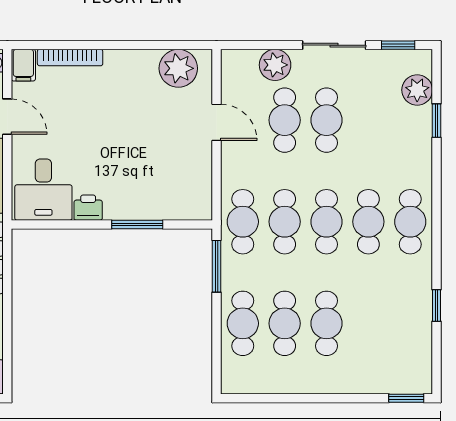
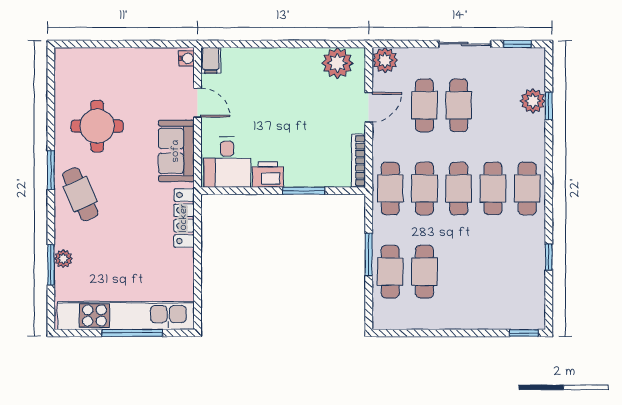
bookcase: (70, 58) -> (359, 161), moved, turned 90
plant: (275, 65) -> (385, 60), moved
plant: (417, 90) -> (533, 101), moved
door: (216, 122) -> (369, 107), hinge flipped
printer: (88, 208) -> (268, 174), width x1.36, depth x1.24
window: (216, 266) -> (369, 255), moved
cafe table: (327, 323) -> (459, 272), removed

